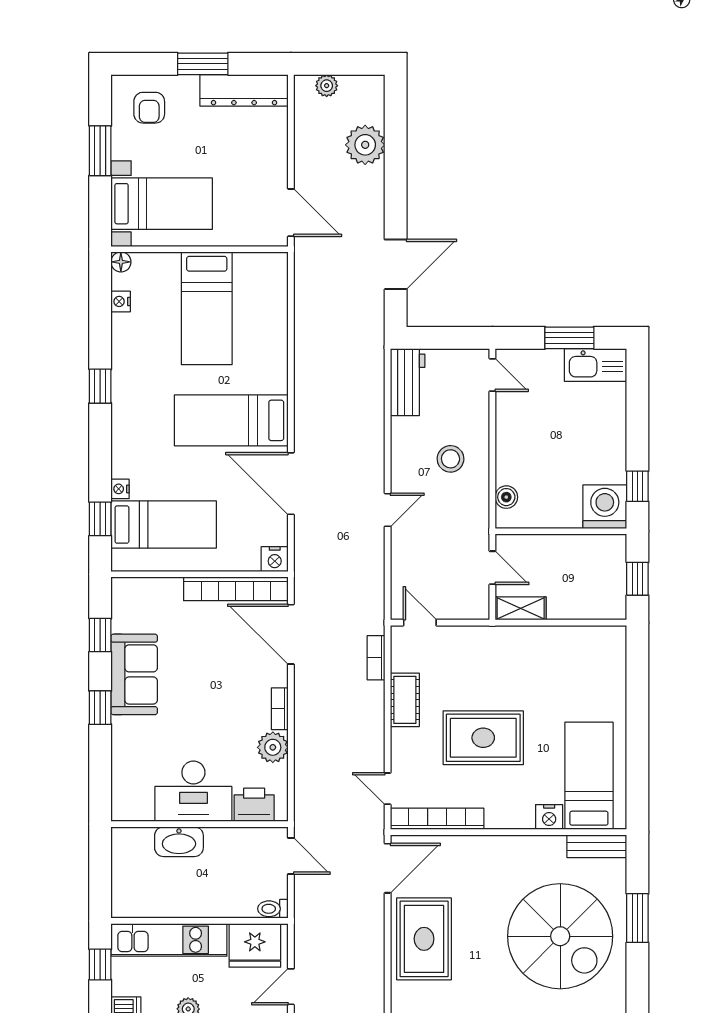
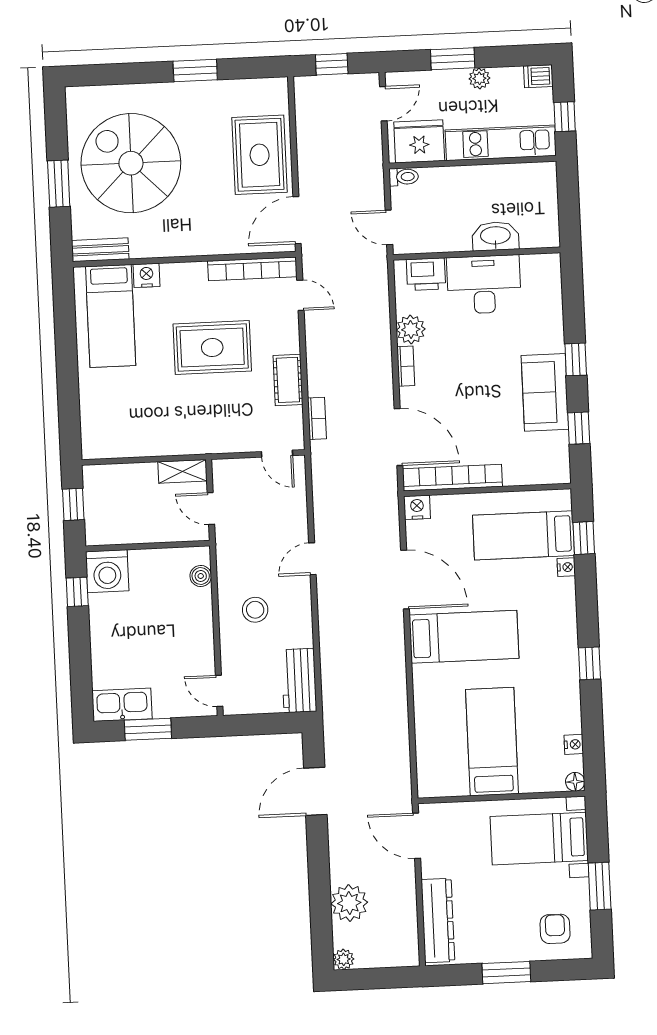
plant: (327, 86) -> (344, 959), moved
dresser: (244, 90) -> (438, 920), moved, turned 90

